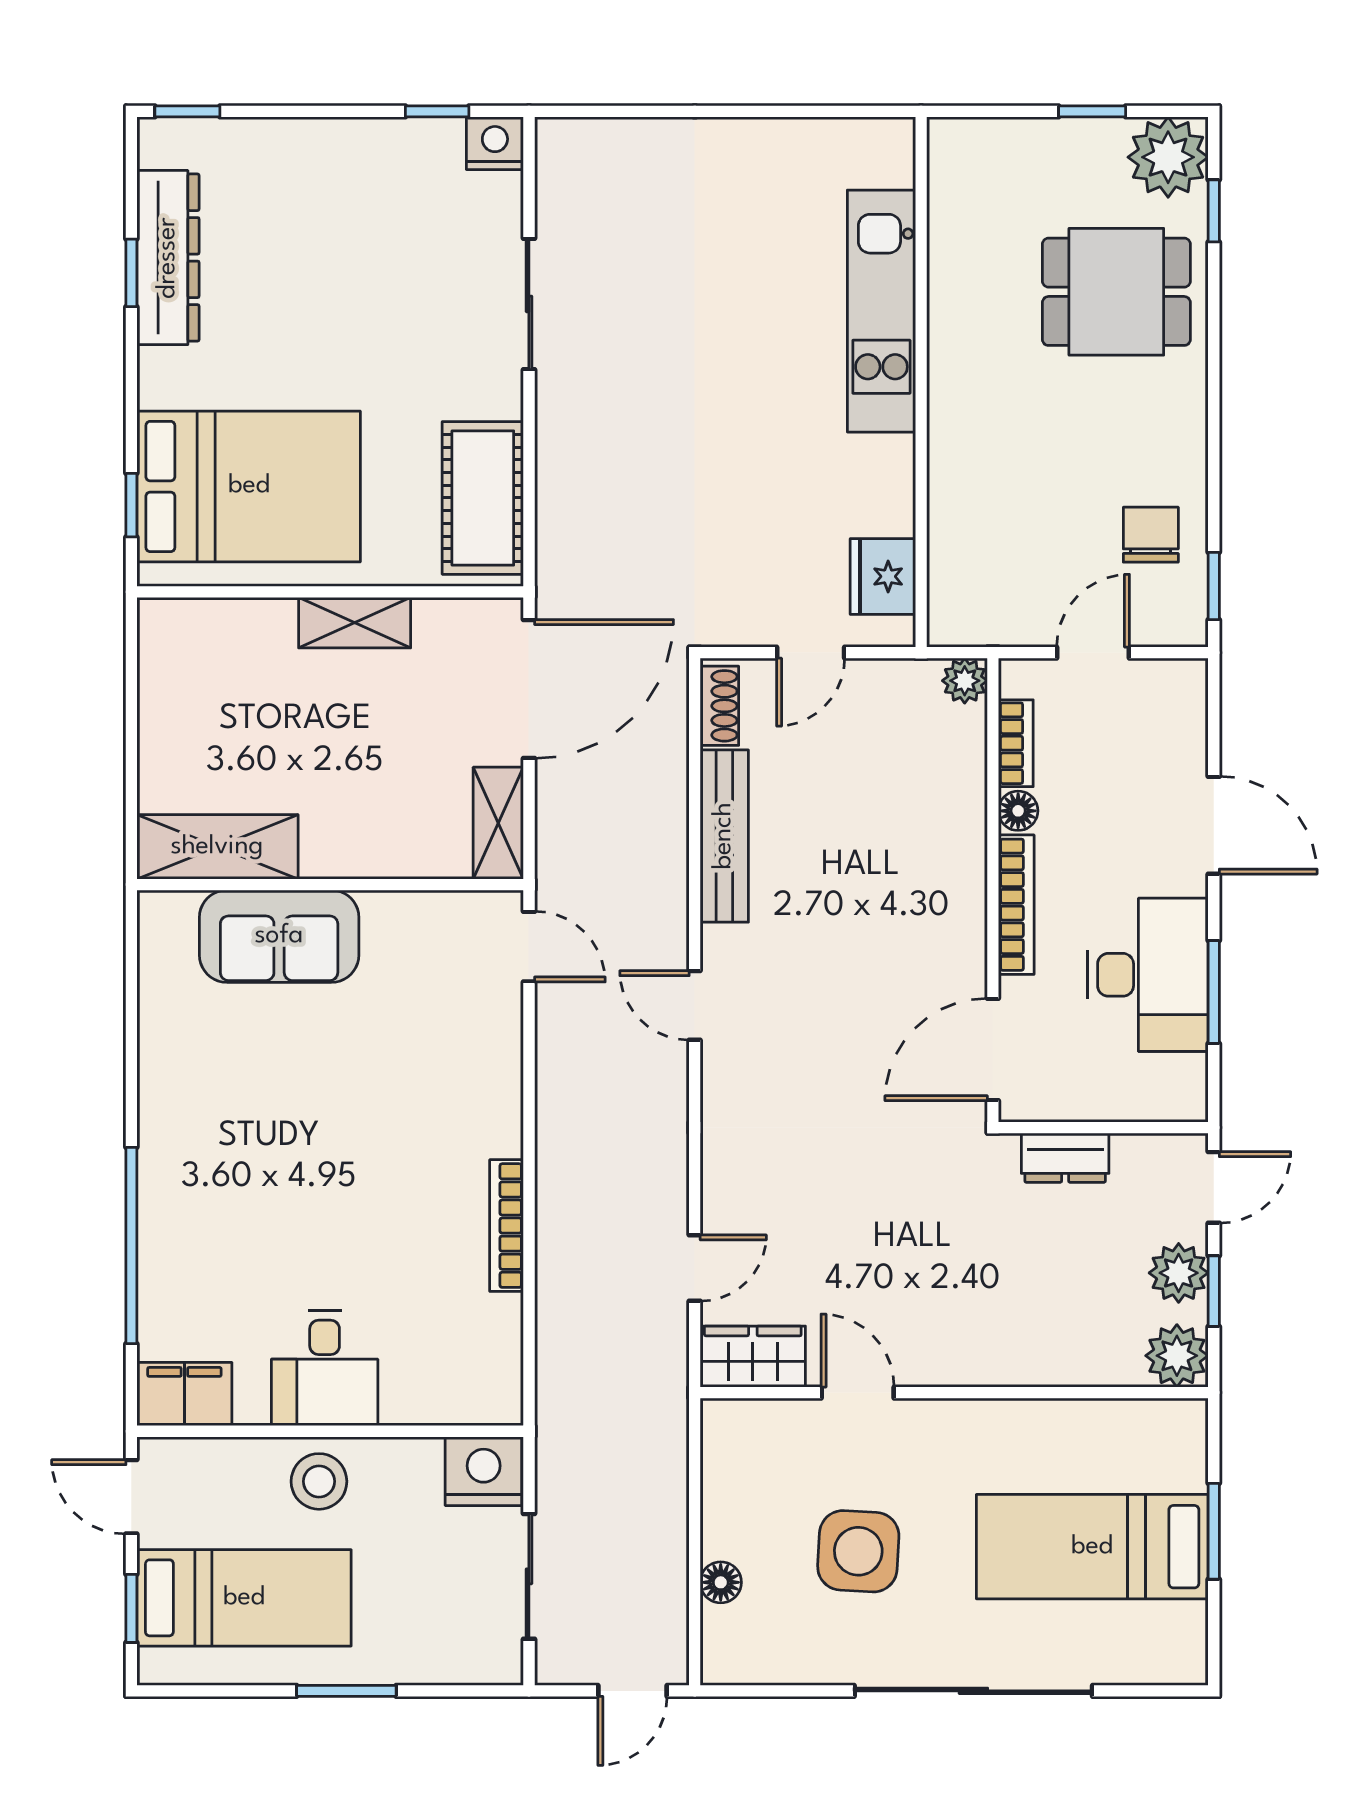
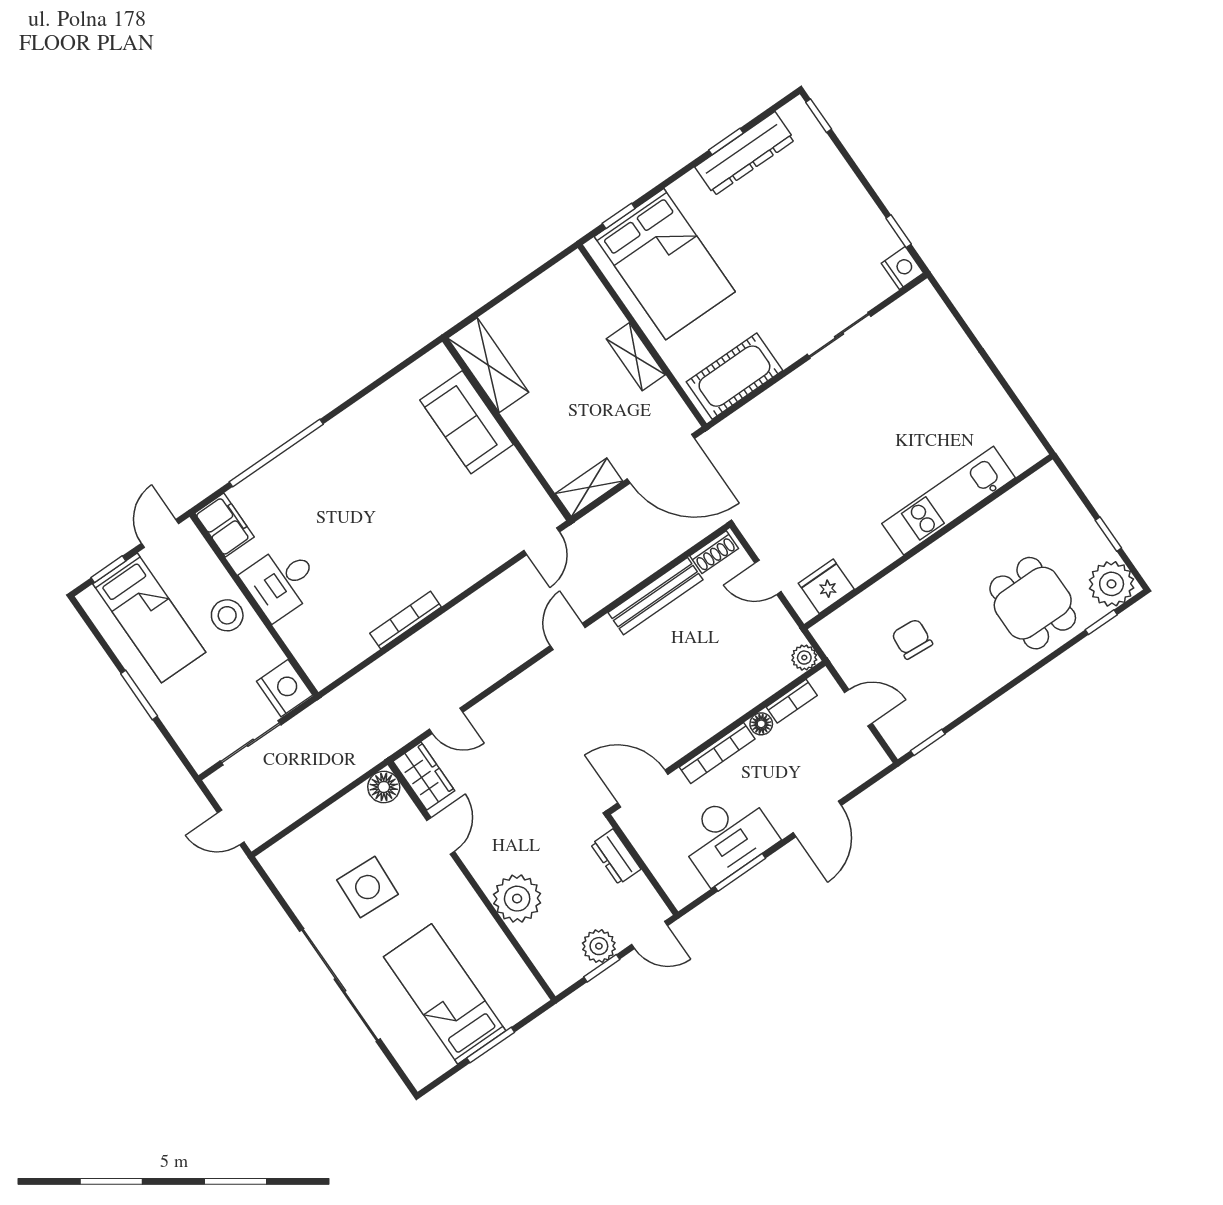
chair: (1151, 535) -> (912, 639), moved, turned -86
plant: (1177, 1356) -> (517, 899), moved, width x1.36, depth x1.36
floor lamp: (721, 1582) -> (384, 787), moved, width x1.37, depth x1.37

